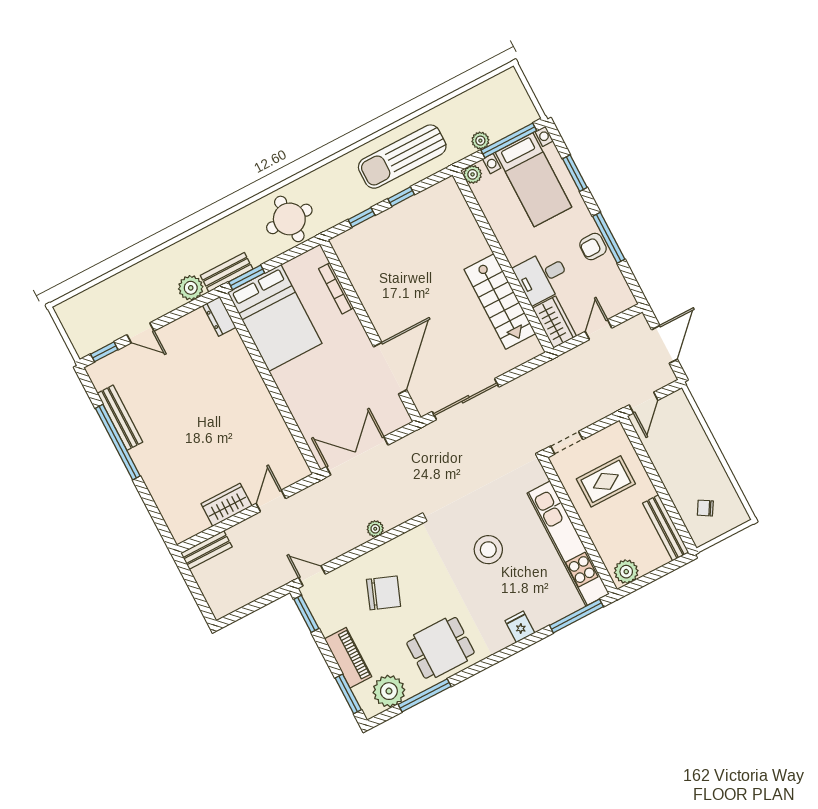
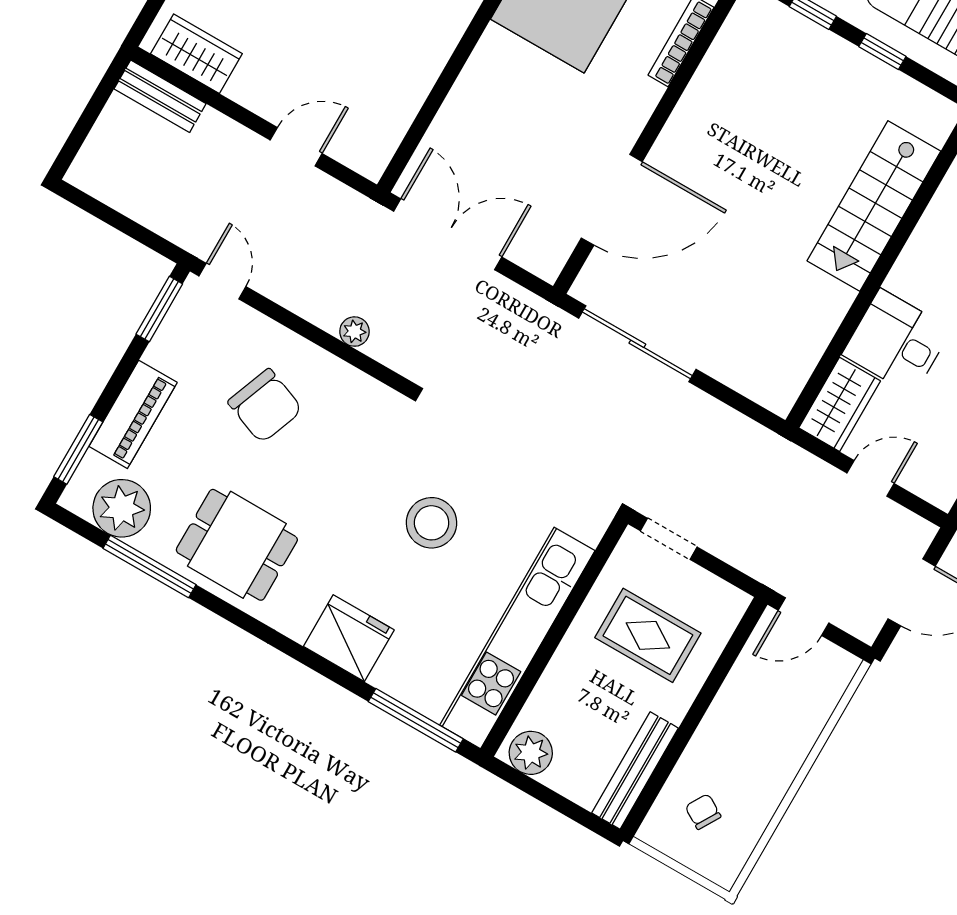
stairs: (500, 301) -> (874, 206), moved
wardrobe: (226, 505) -> (196, 54), moved
fridge: (520, 627) -> (349, 638), width x1.88, depth x1.34

